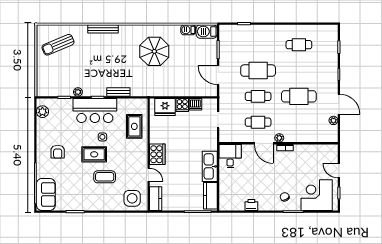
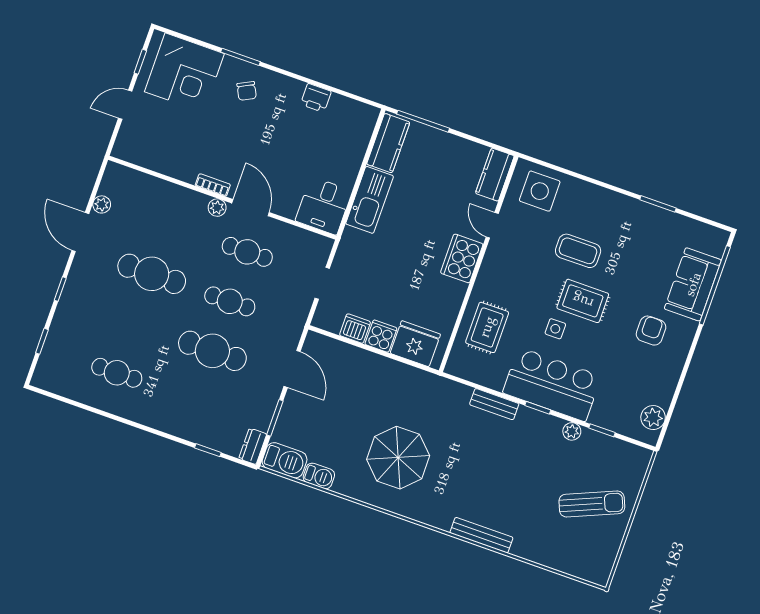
dresser: (224, 33) -> (253, 446), added
sun lounger: (58, 45) -> (592, 504), moved
door: (339, 171) -> (125, 105), swing flipped
sofa: (46, 194) -> (693, 284), moved

